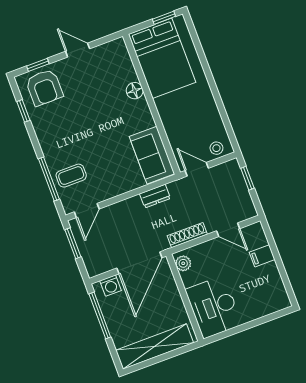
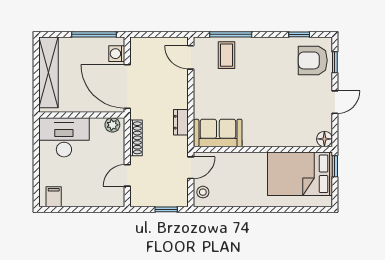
window: (164, 18) -> (335, 166), moved
floor lamp: (135, 91) -> (324, 139), moved
window: (73, 243) -> (166, 34), removed
filing cabinet: (262, 256) -> (54, 197), moved

